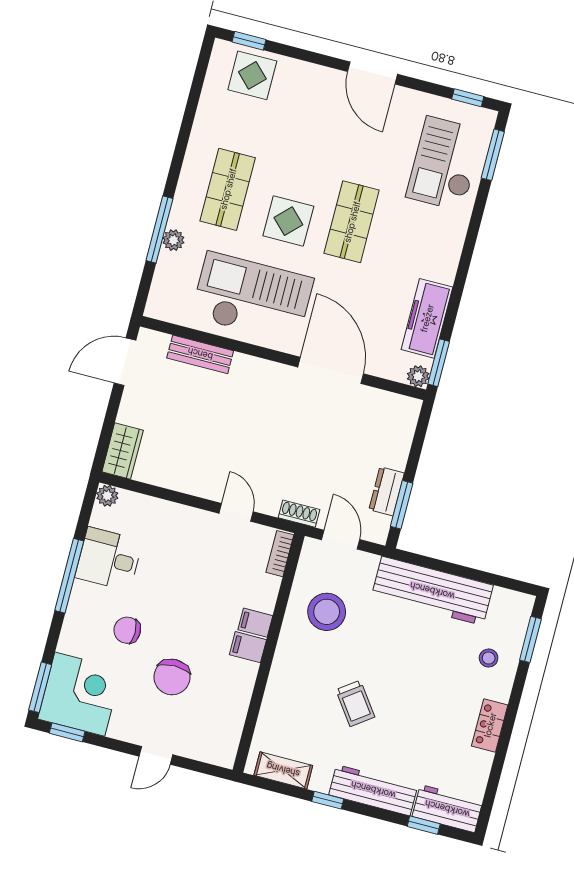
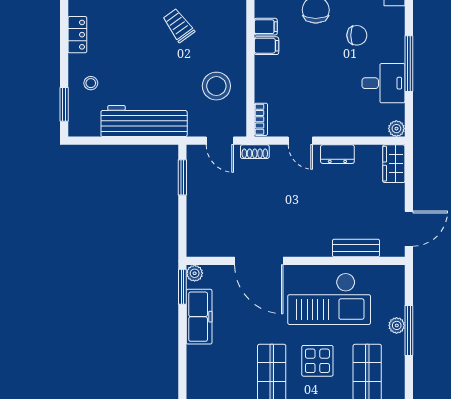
dresser: (387, 491) -> (337, 154), moved, turned 90
filing cabinet: (255, 623) -> (266, 27), moved

